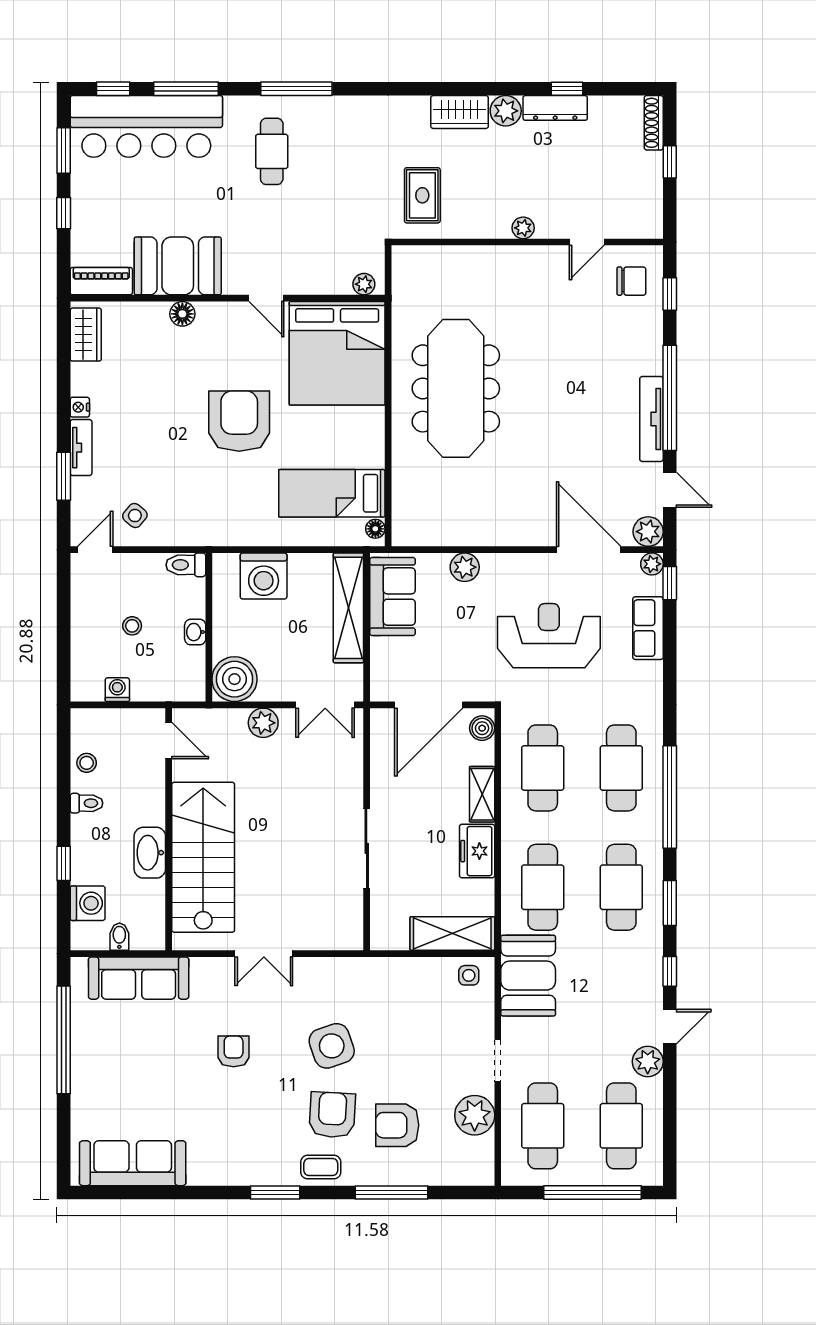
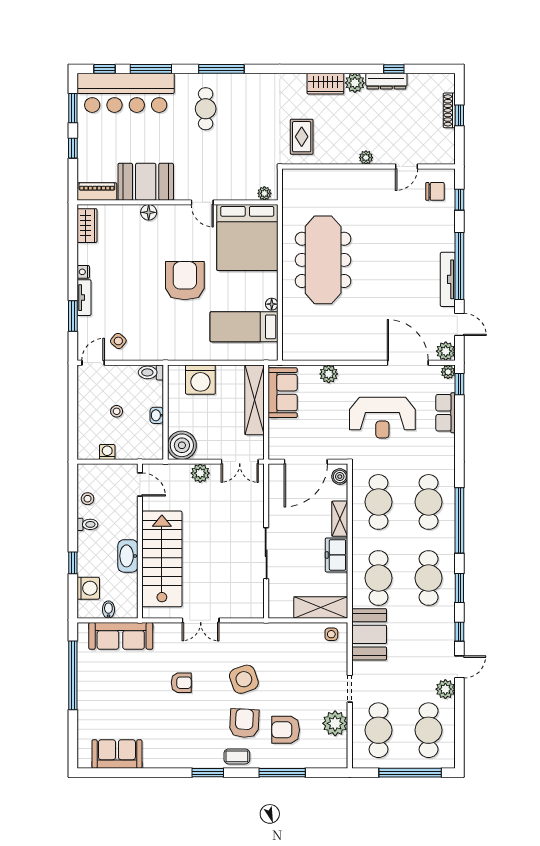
shoe rack: (654, 123) -> (449, 110), moved
floor lamp: (375, 529) -> (272, 304), moved
reception desk: (549, 636) -> (382, 418), turned 180
armchair: (234, 1051) -> (181, 683), turned 90
sofa: (133, 1163) -> (117, 754), width x0.73

